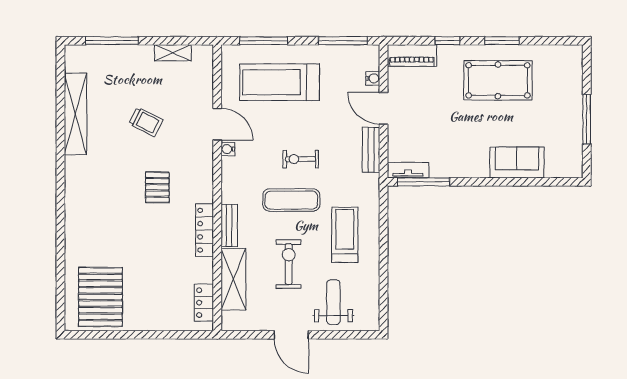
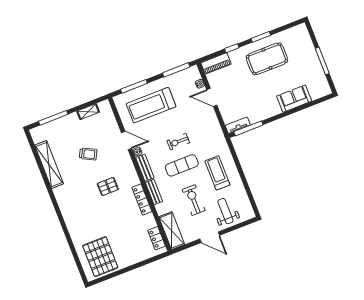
bench: (371, 150) -> (145, 168), moved
pallet: (157, 187) -> (108, 186), turned 90
shelving: (233, 279) -> (172, 231), moved

